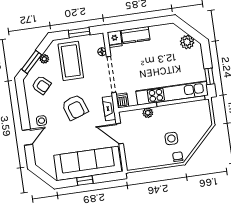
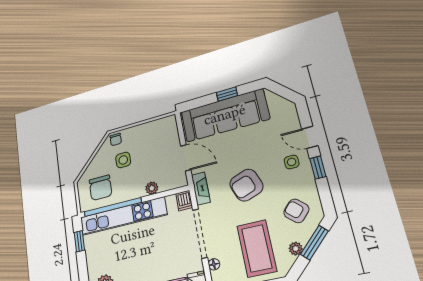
armchair: (75, 107) -> (246, 185), turned -91
window: (24, 114) -> (318, 168), added
chair: (191, 118) -> (101, 188), added
door: (27, 137) -> (310, 137), hinge flipped

